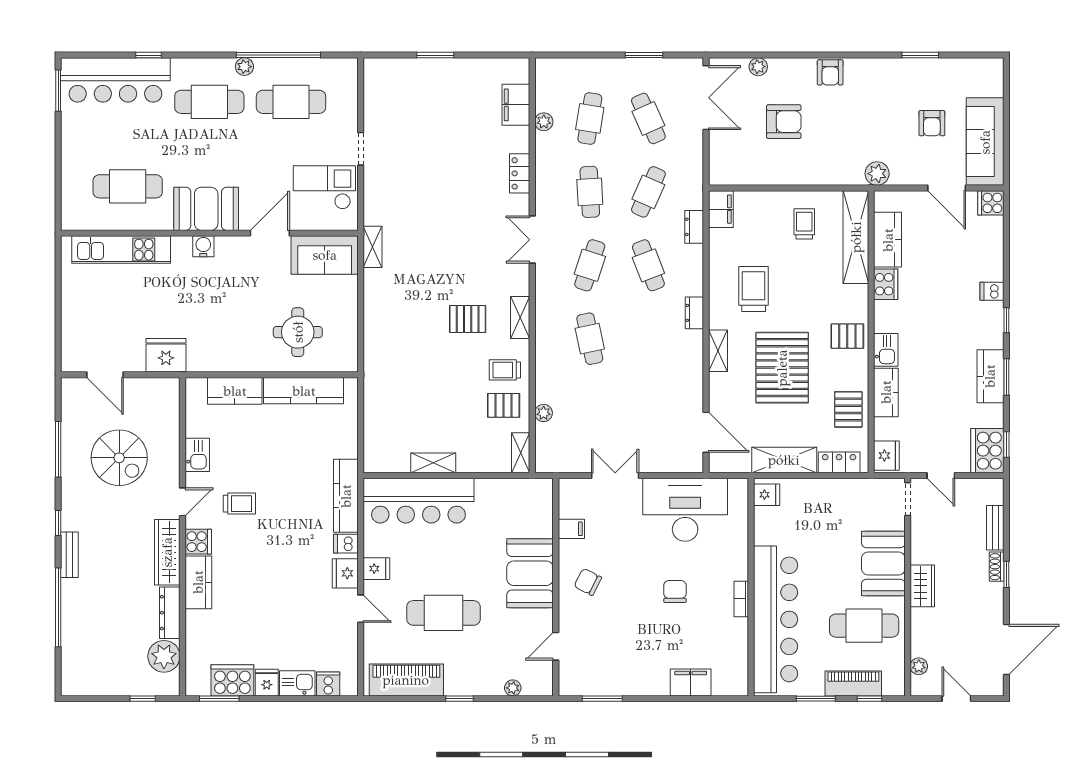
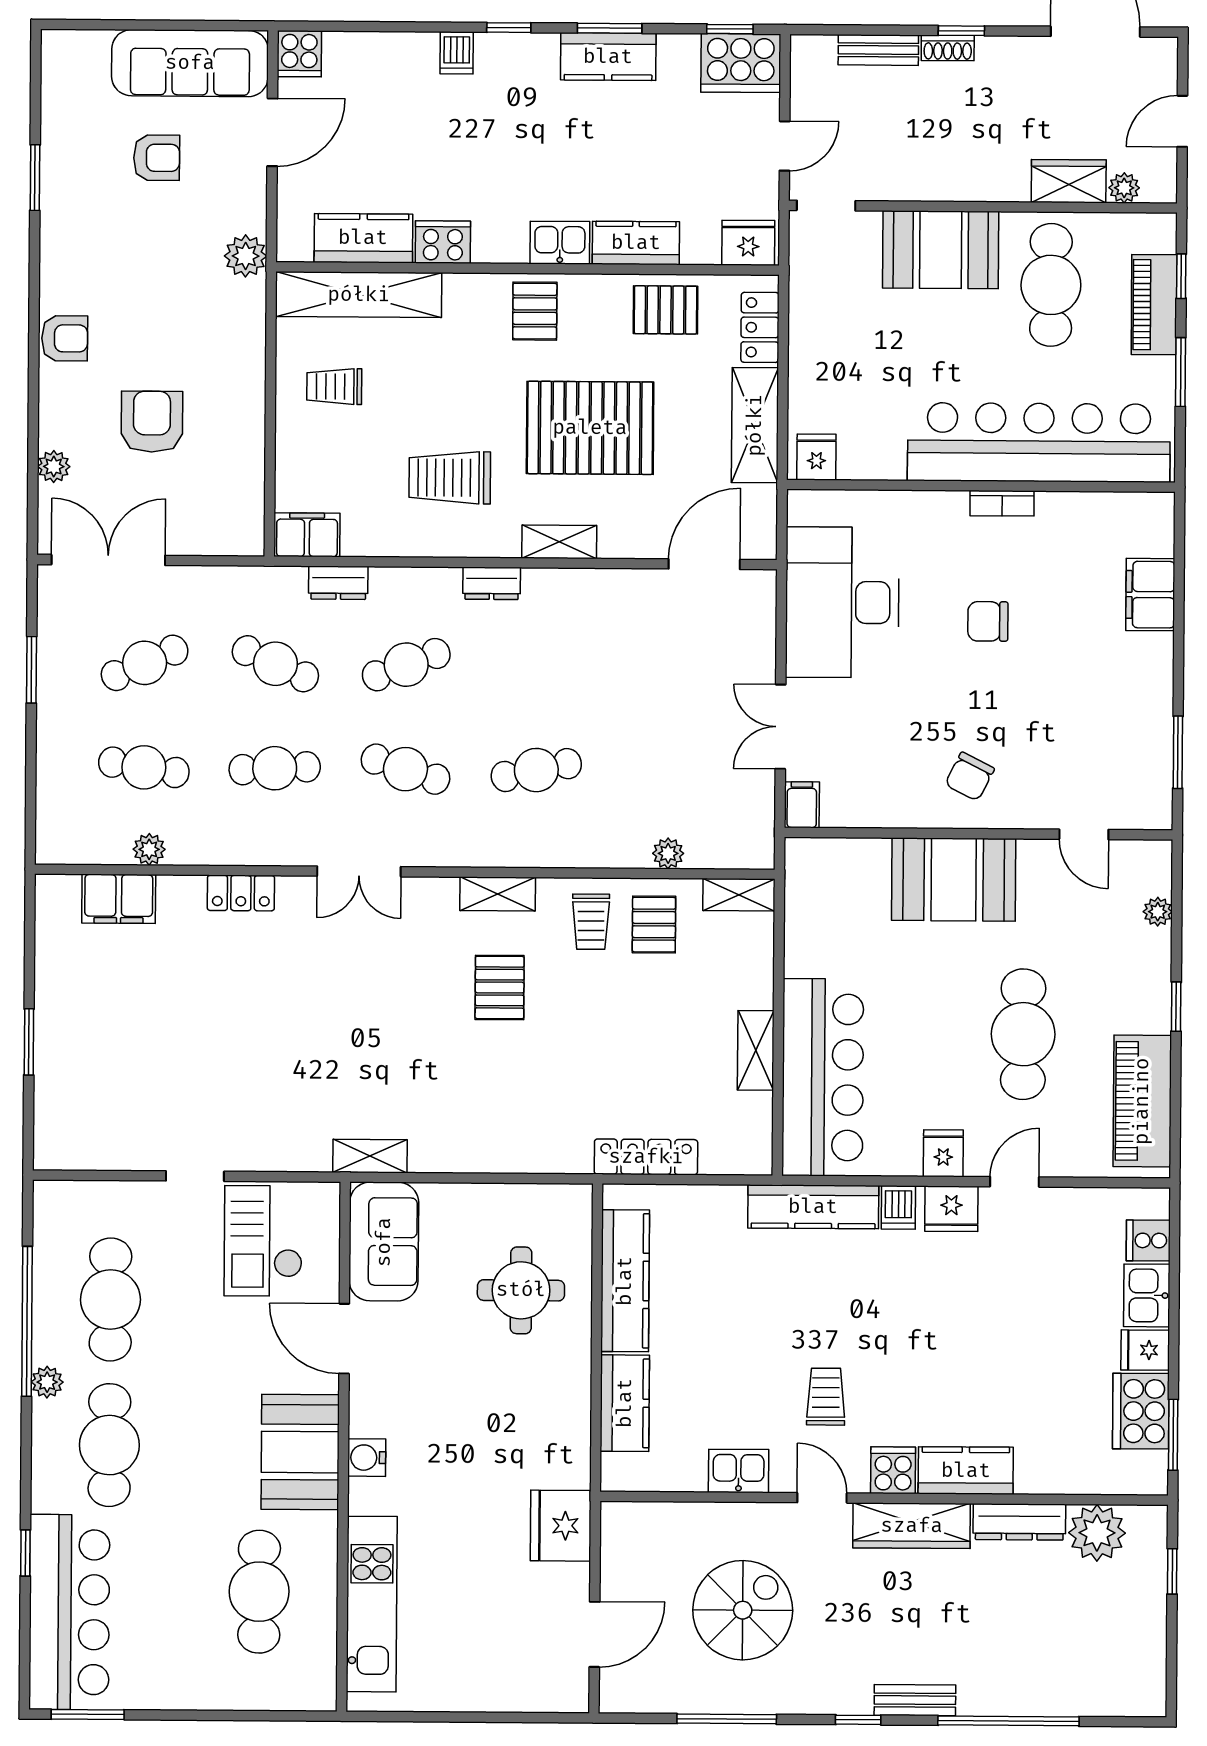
locker: (373, 402) -> (646, 1157), added
filing cabinet: (571, 529) -> (802, 805), moved
wardrobe: (922, 586) -> (1069, 181), moved

